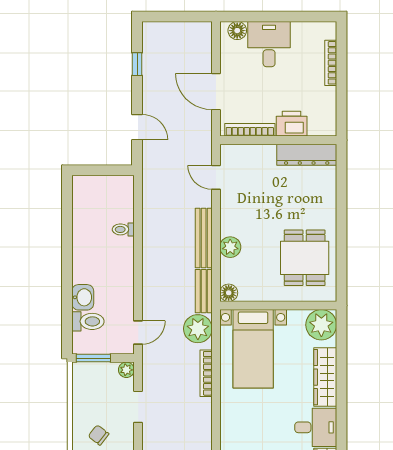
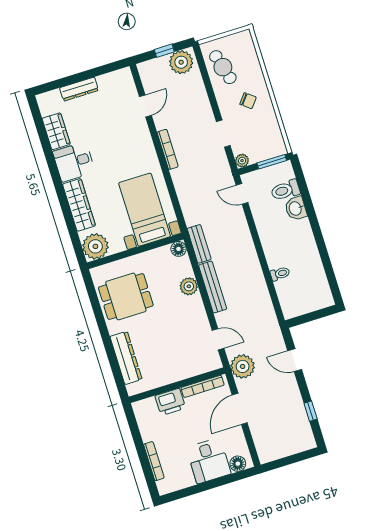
door: (216, 92) -> (240, 409), swing flipped
dresser: (307, 155) -> (126, 358), moved, turned 90
dining table: (305, 258) -> (126, 296), turned 90
plant: (198, 329) -> (243, 366), moved
door: (138, 332) -> (242, 194), hinge flipped
bookcase: (206, 373) -> (168, 149), moved

